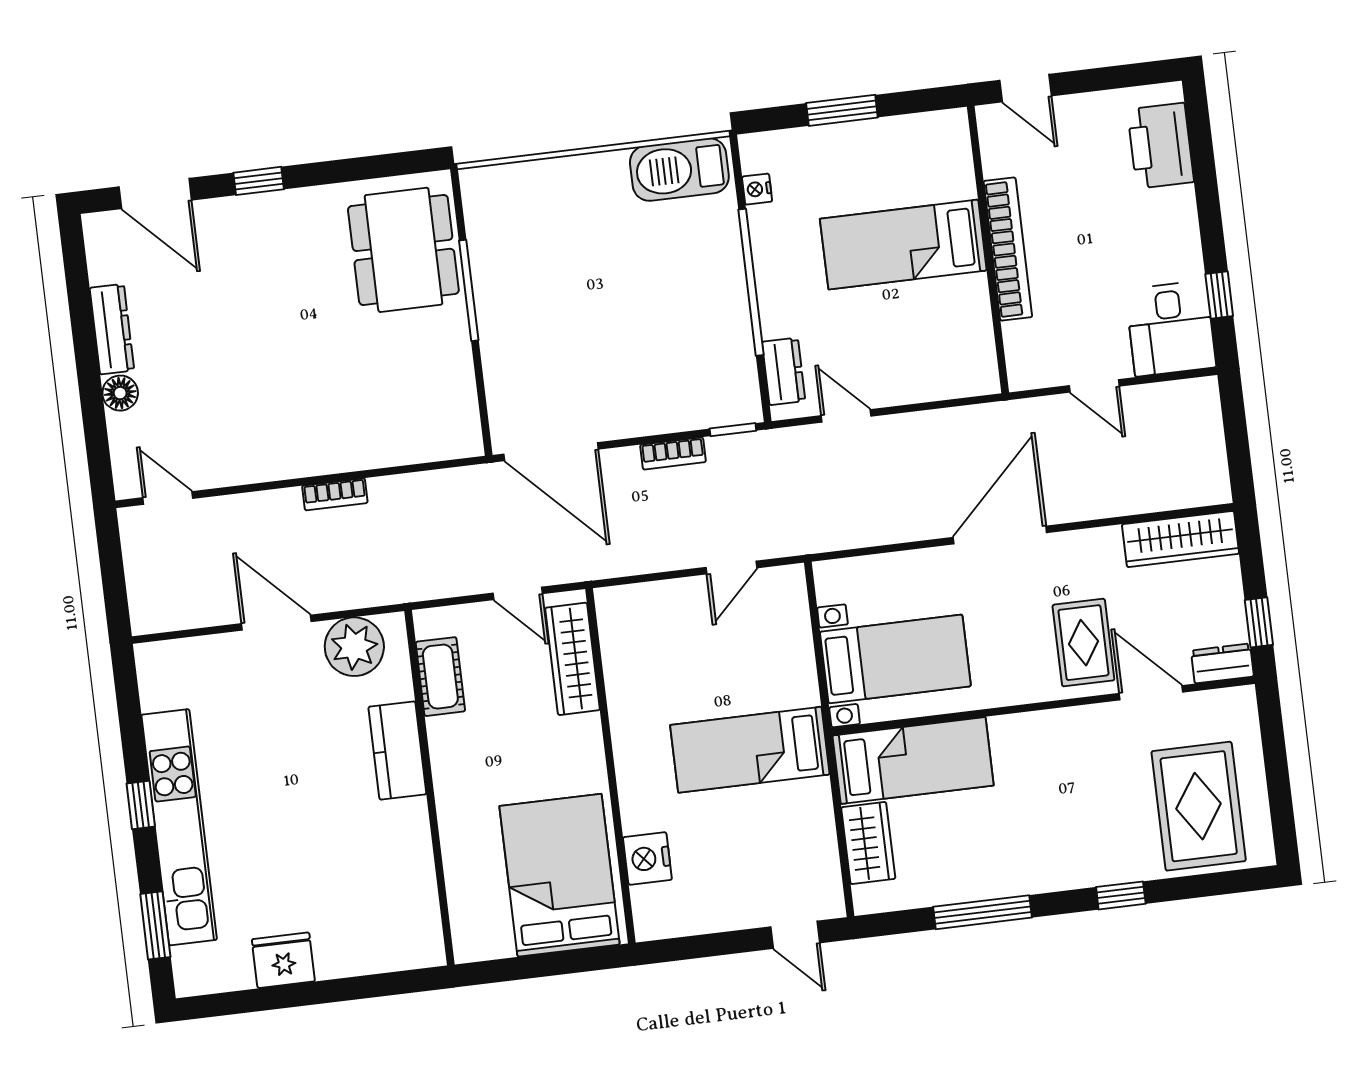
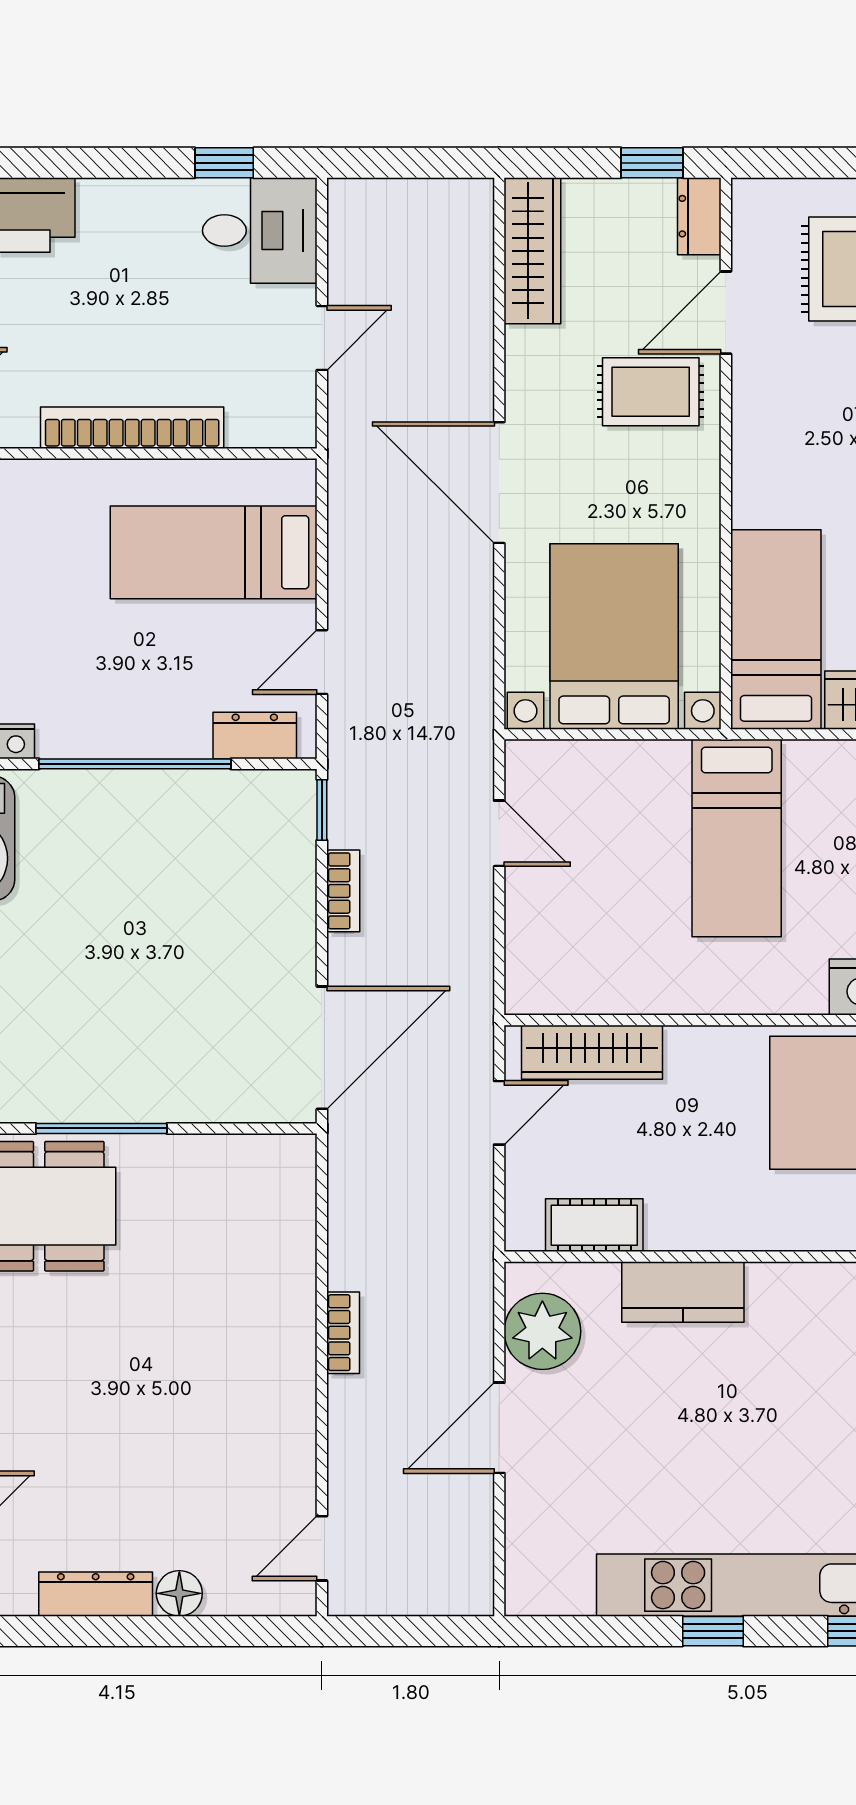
bed: (903, 245) -> (214, 552), moved, turned 90
bed with nightstands: (895, 659) -> (614, 637), width x1.36

